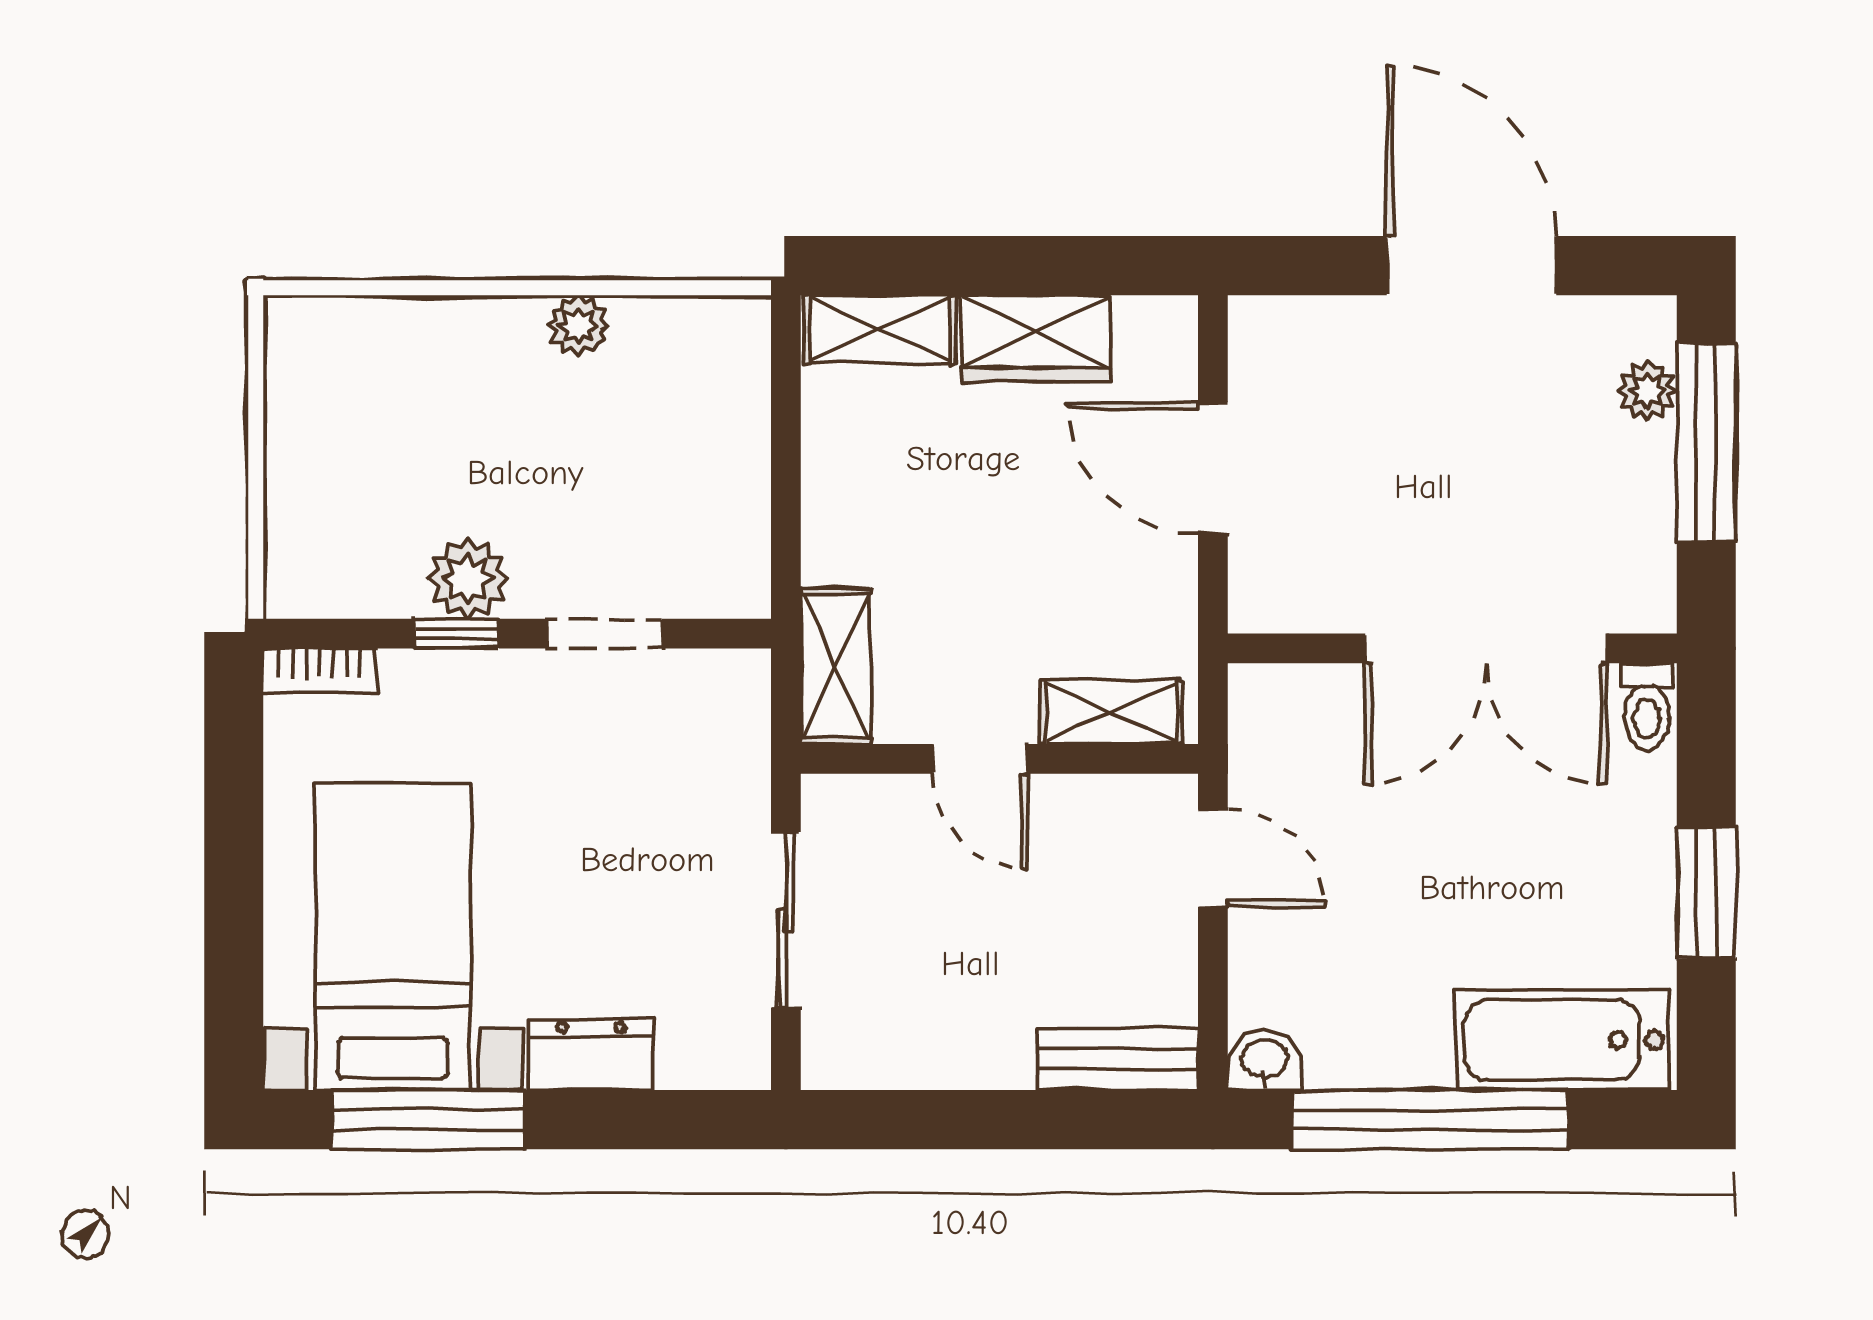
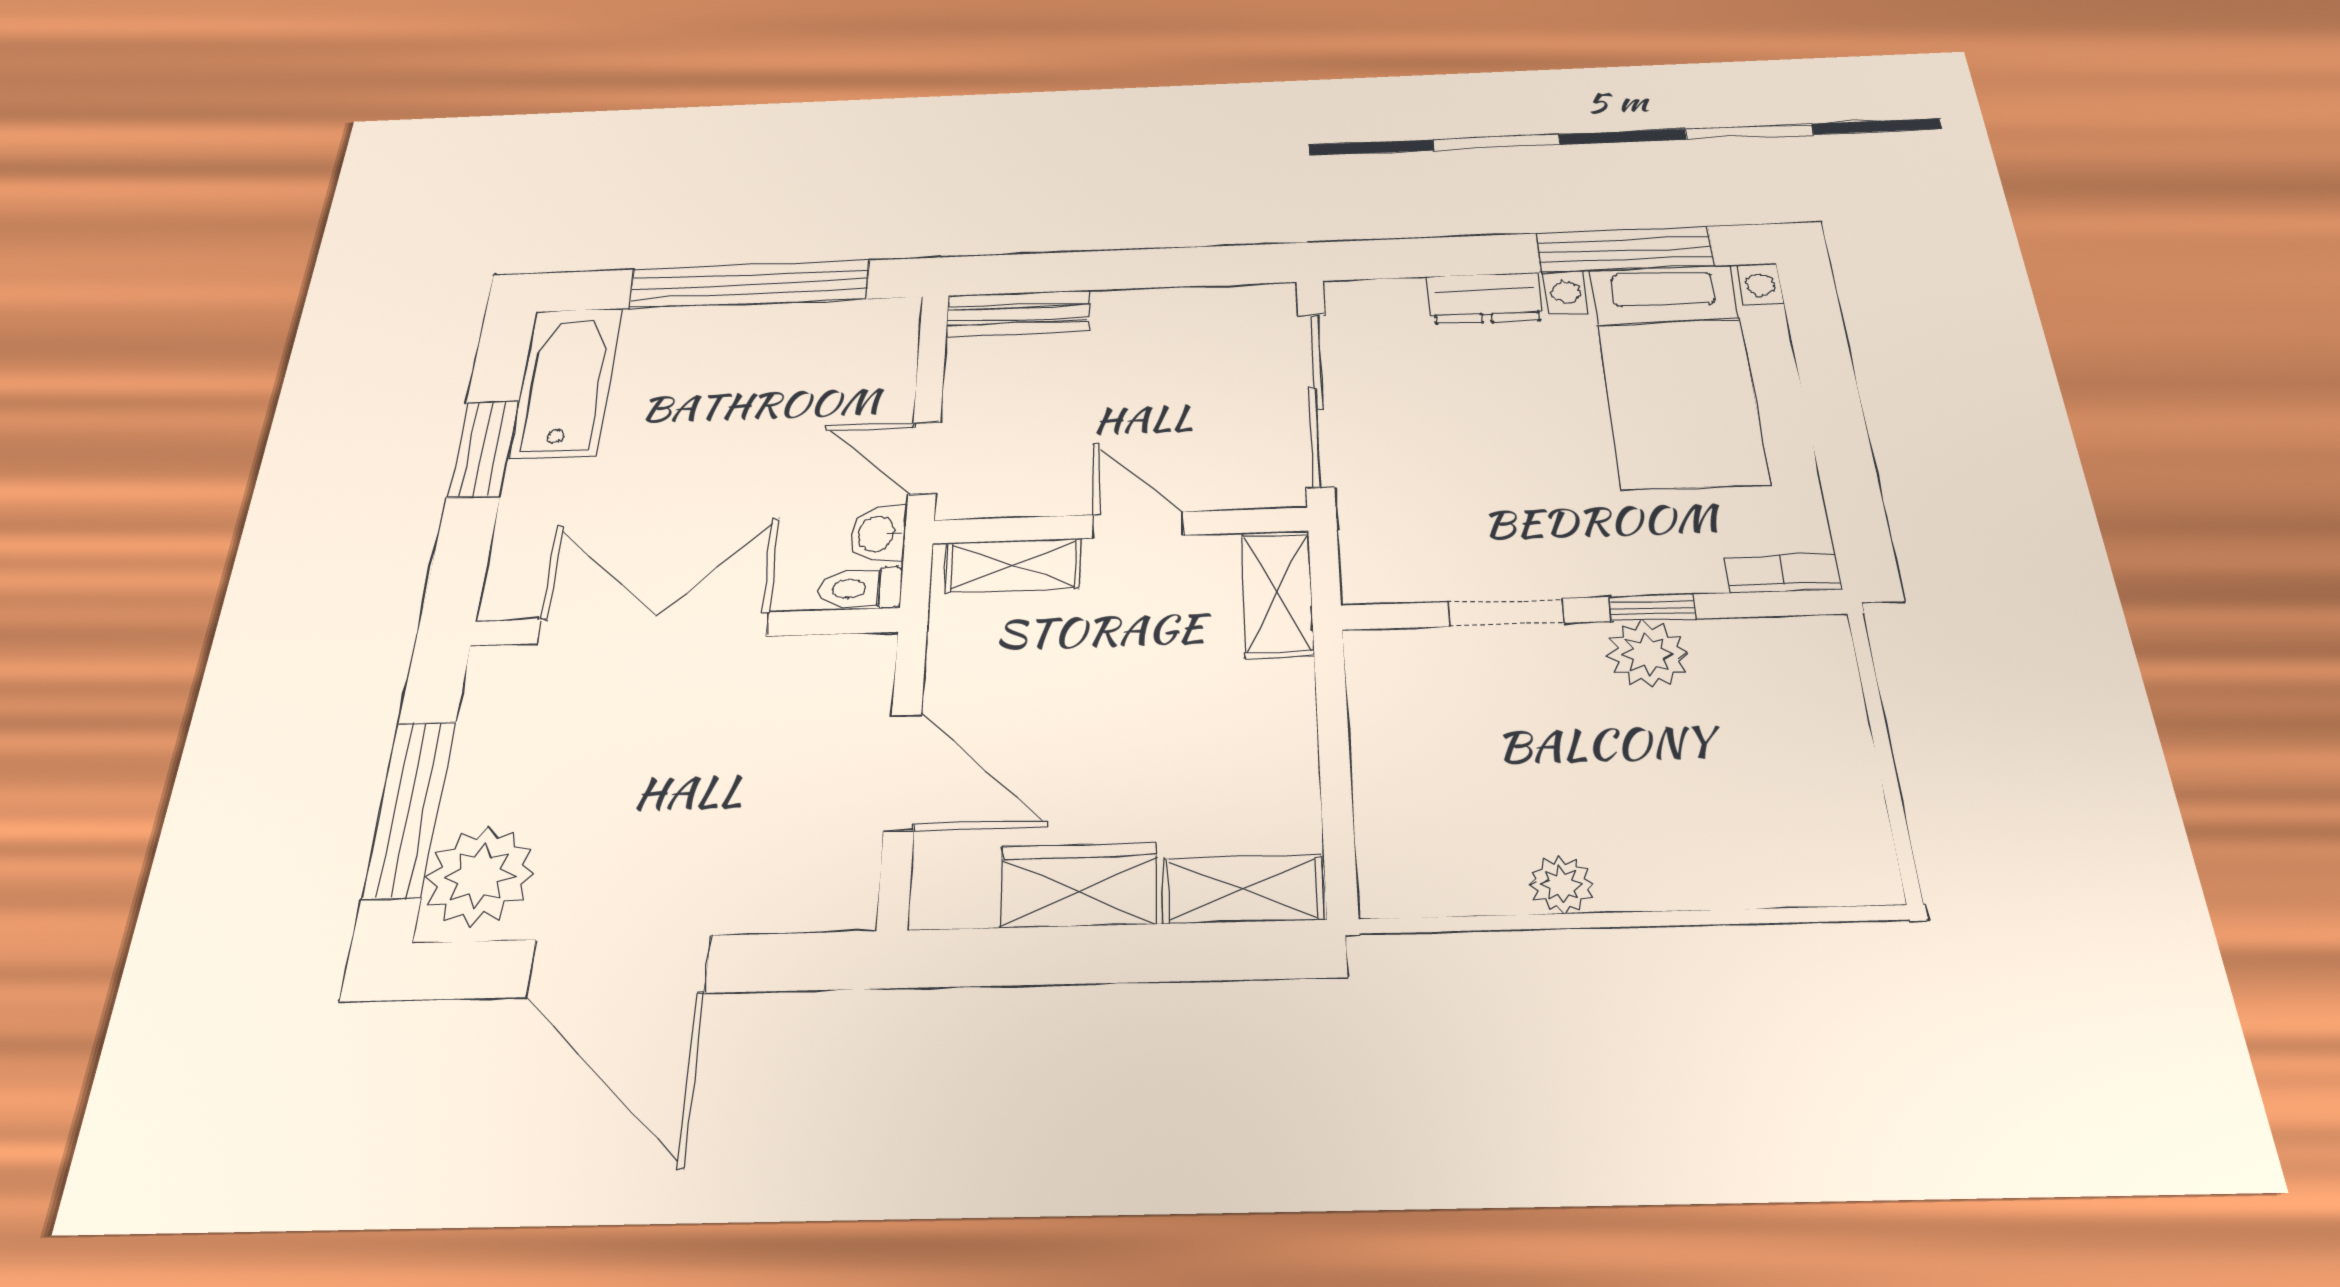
plant: (1648, 391) -> (480, 876), width x1.88, depth x1.88
toilet: (1647, 706) -> (861, 588), moved, turned -90
sliding door: (786, 920) -> (1316, 399), width x1.37
bathtub: (1563, 1040) -> (566, 382), moved, turned -90
washbasin: (1264, 1060) -> (878, 534), moved, turned 90

